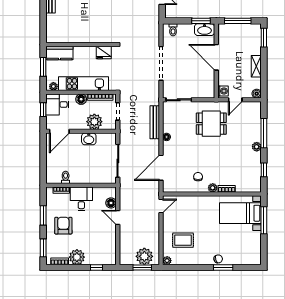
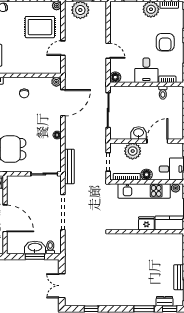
window: (201, 21) -> (35, 257), moved
washbasin: (204, 30) -> (35, 247), moved
fridge: (104, 53) -> (146, 223), moved
bench: (155, 122) -> (69, 166), moved
door: (59, 131) -> (157, 141), moved
plant: (213, 188) -> (56, 82), moved
floor lamp: (111, 203) -> (115, 77), moved
door: (161, 206) -> (63, 48), moved
rug: (183, 240) -> (40, 27), width x1.36, depth x1.43

